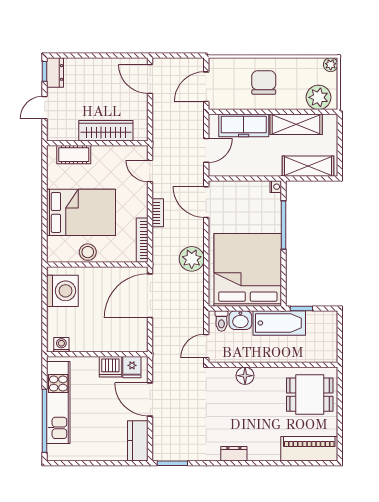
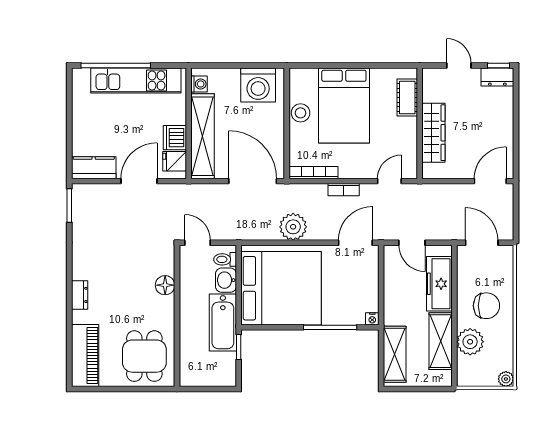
plant: (319, 97) -> (470, 342), moved
shelving: (109, 342) -> (203, 136), added
dresser: (234, 454) -> (80, 295), moved

